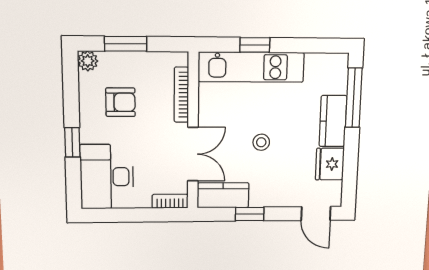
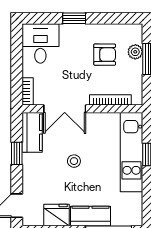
plant: (88, 61) -> (135, 52), moved
armchair: (121, 102) -> (105, 55), turned -90
desk: (107, 177) -> (40, 43), width x0.73

